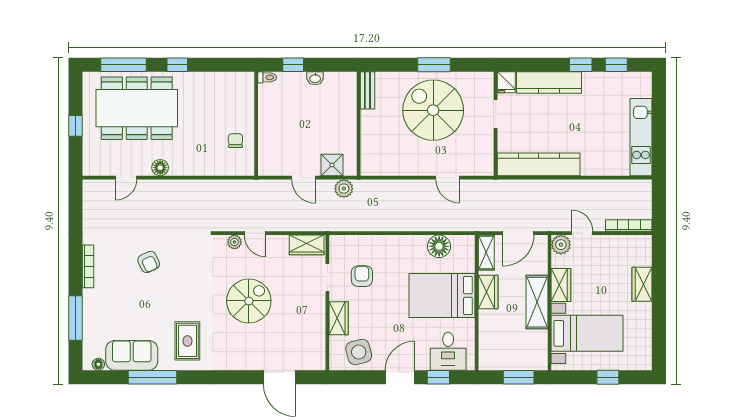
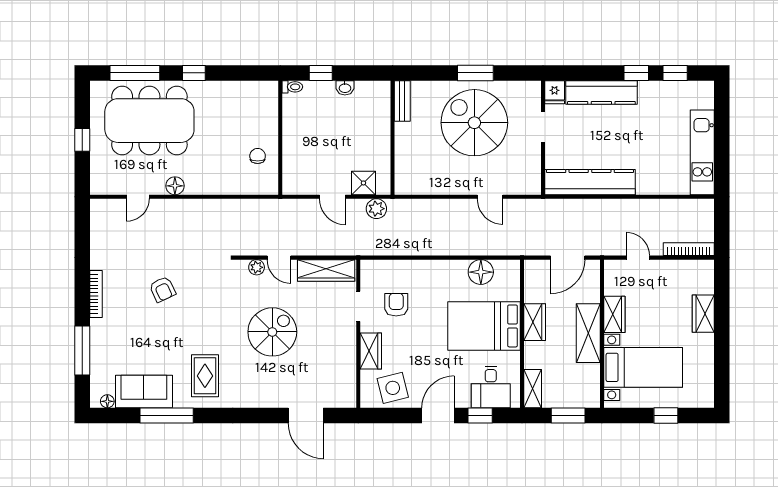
wardrobe: (307, 245) -> (326, 271), width x1.50
plant: (561, 245) -> (614, 270), removed
shelving: (486, 253) -> (533, 389), moved

